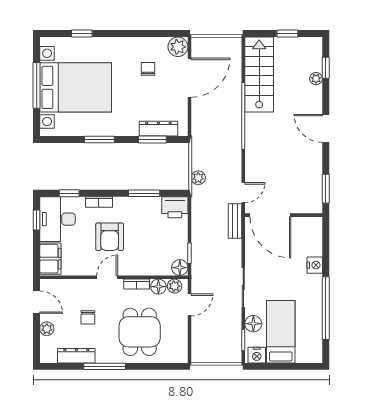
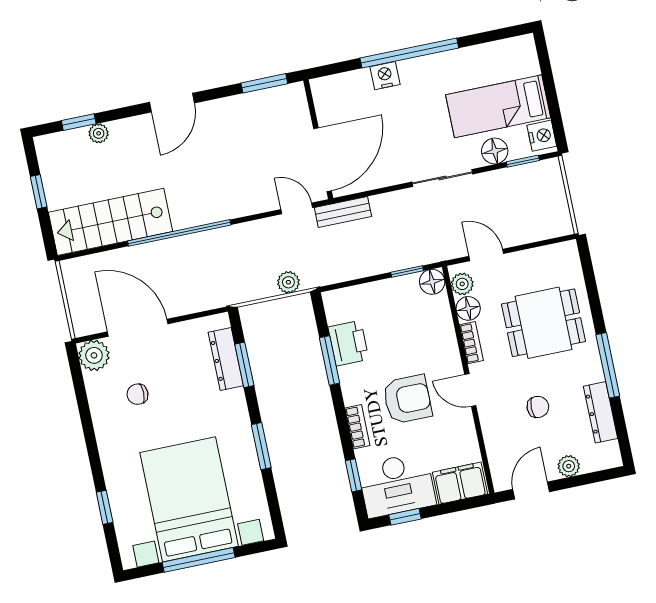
printer: (175, 207) -> (348, 343), moved
window: (326, 308) -> (409, 53), moved

